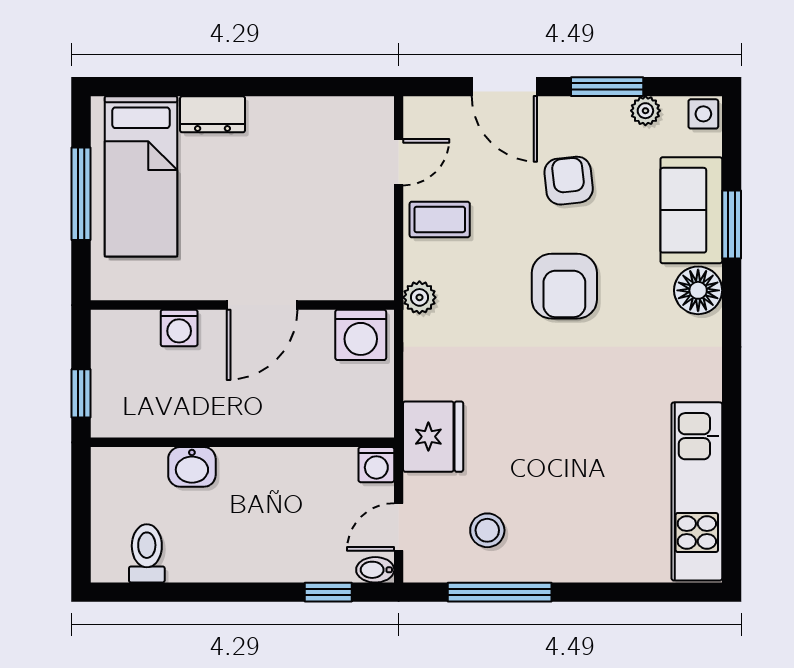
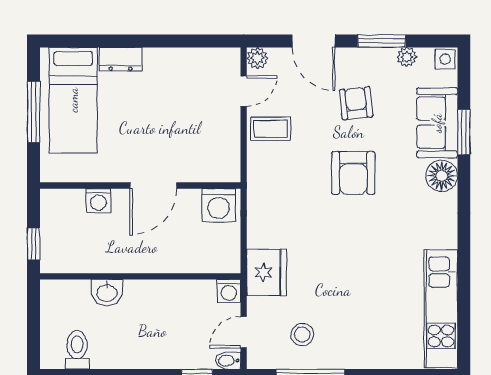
plant: (419, 297) -> (257, 58), moved

